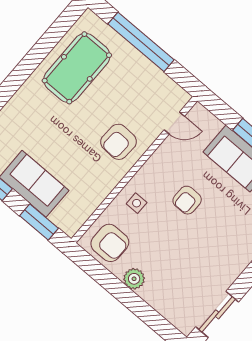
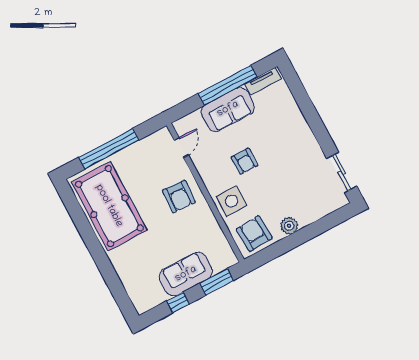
pool table: (77, 68) -> (109, 206), width x1.36, depth x1.32
side table: (137, 203) -> (232, 201), width x1.87, depth x1.87
armchair: (110, 243) -> (254, 234), turned -93

